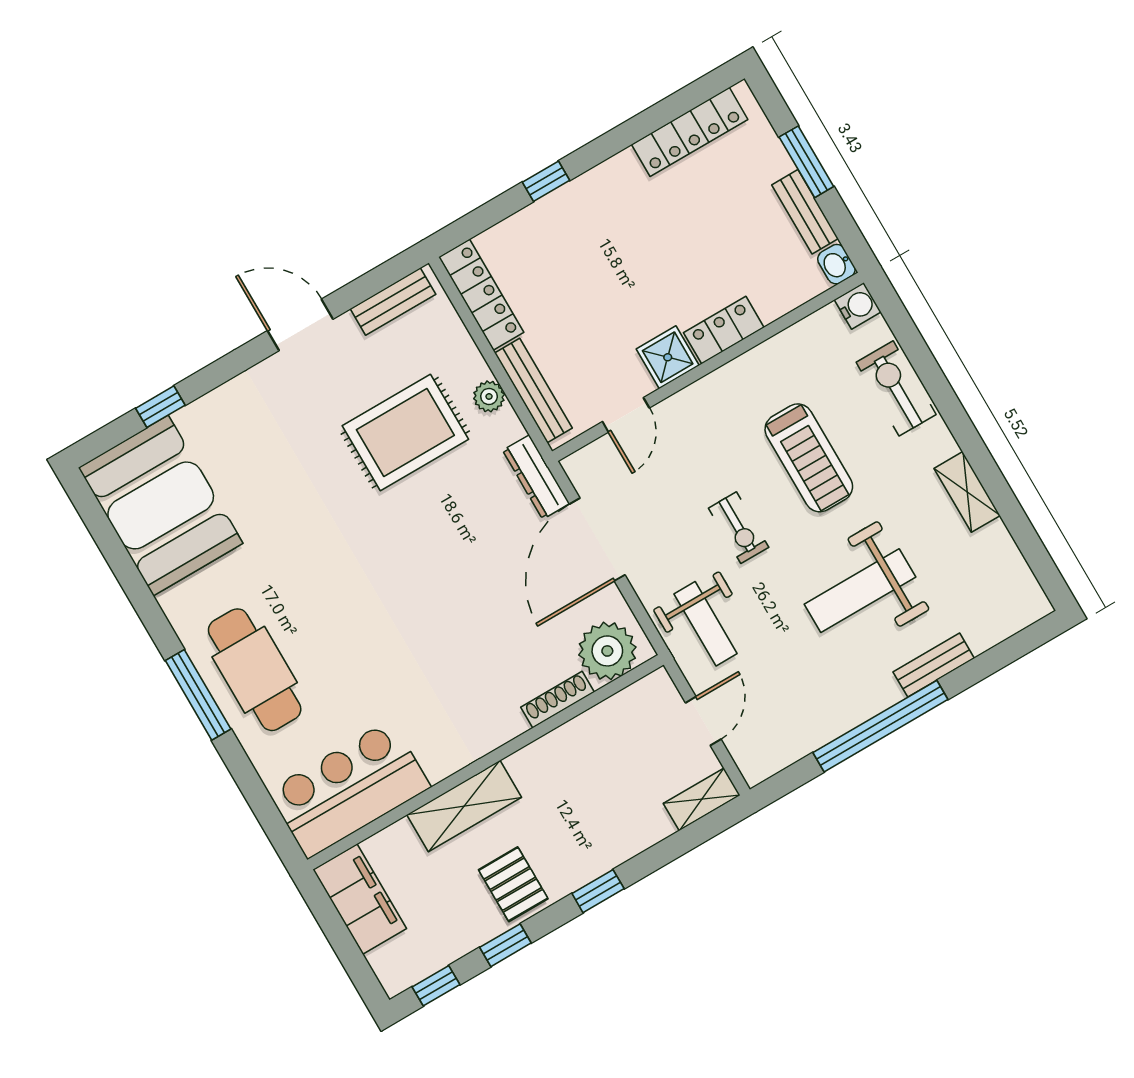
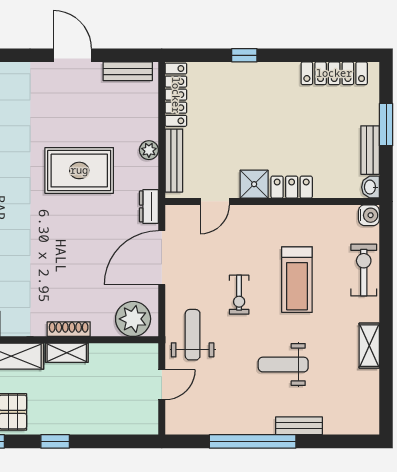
rug: (405, 433) -> (79, 170), moved
dresser: (536, 477) -> (149, 206), width x0.70
weight bench: (860, 591) -> (283, 365), width x0.73, depth x0.75
weight bench: (706, 624) -> (193, 335), turned 180
shoe rack: (558, 700) -> (69, 329), moved
shelving: (702, 799) -> (67, 353), moved

